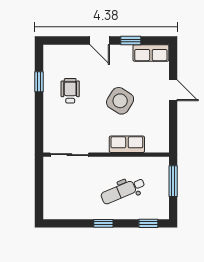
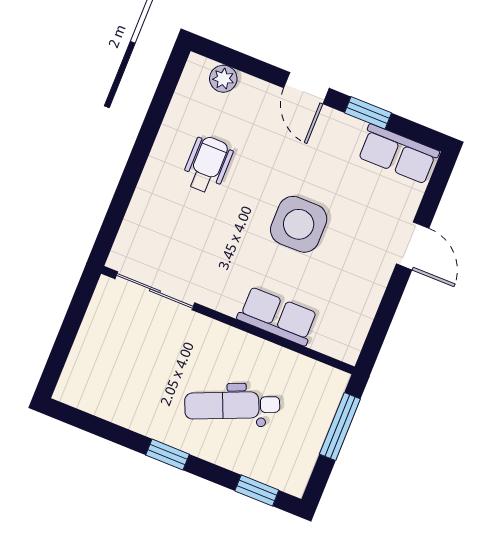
plant: (62, 51) -> (223, 79), added
window: (39, 82) -> (153, 122), removed
side table: (120, 101) -> (299, 224), turned -32

